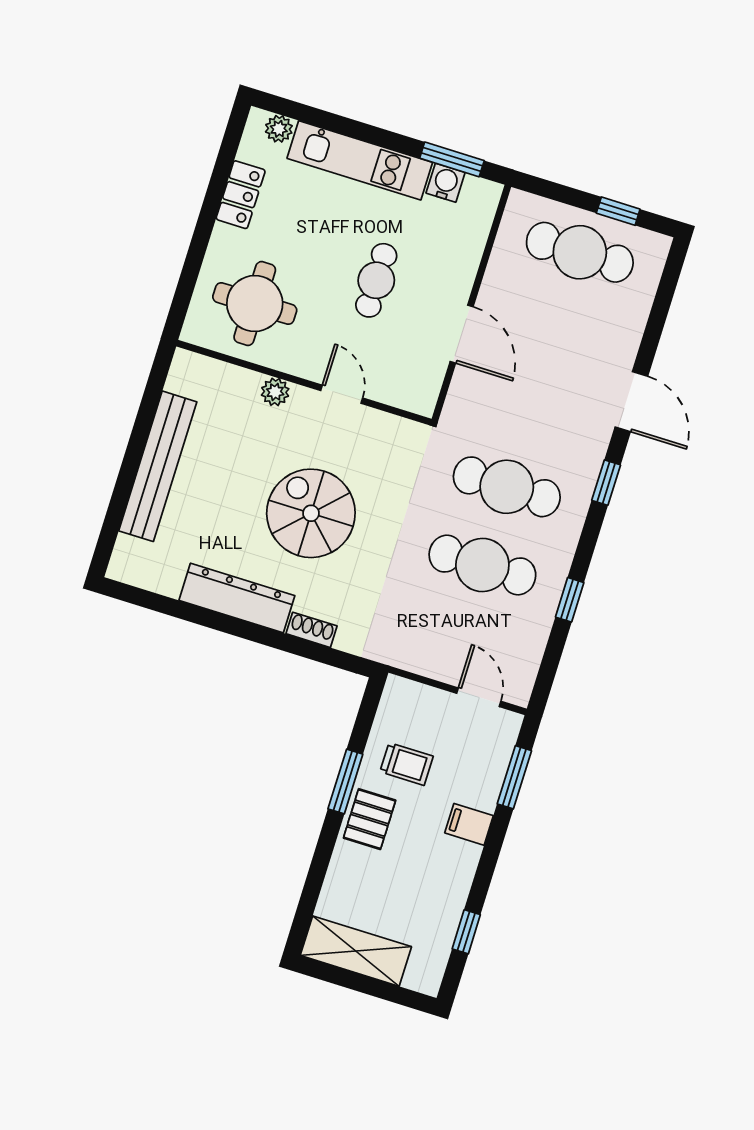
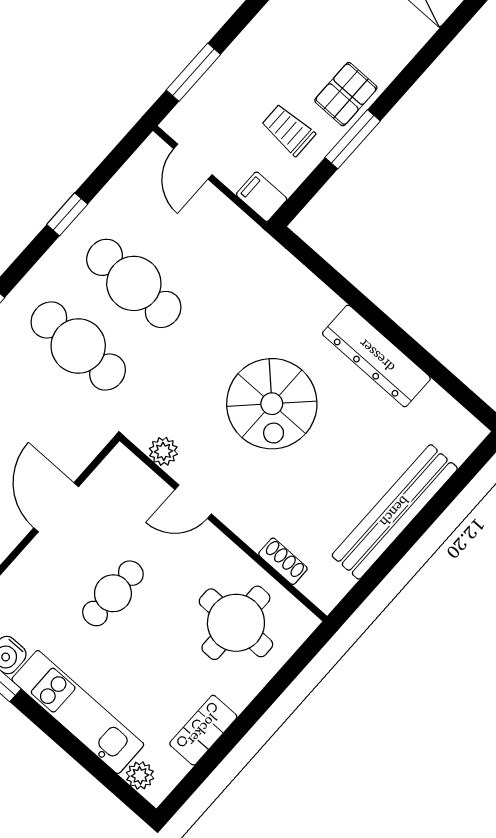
plant: (275, 392) -> (163, 451), moved
door: (342, 394) -> (193, 502), hinge flipped
shoe rack: (312, 630) -> (283, 561), moved, turned 180
filing cabinet: (469, 824) -> (262, 197), moved, turned 180

